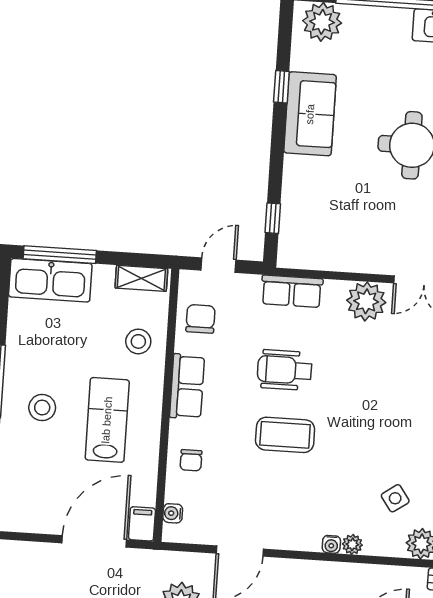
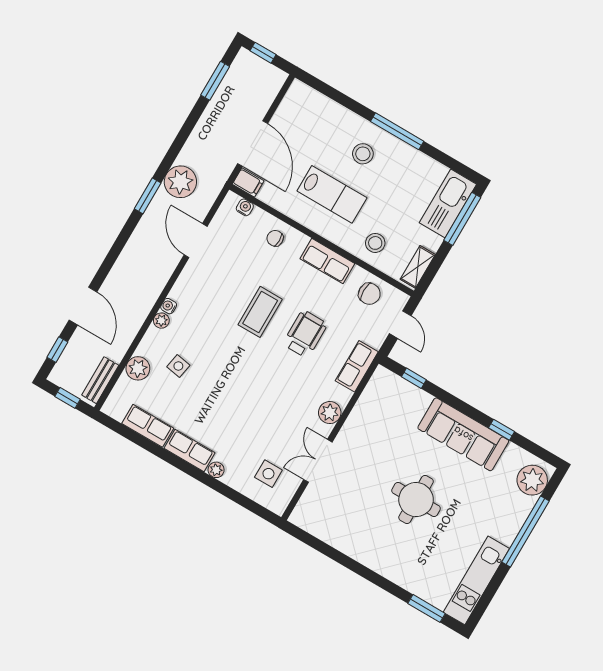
sofa: (310, 114) -> (463, 434), width x1.36
plant: (366, 301) -> (330, 413), width x0.73, depth x0.73
side table: (395, 498) -> (178, 366), turned 45

